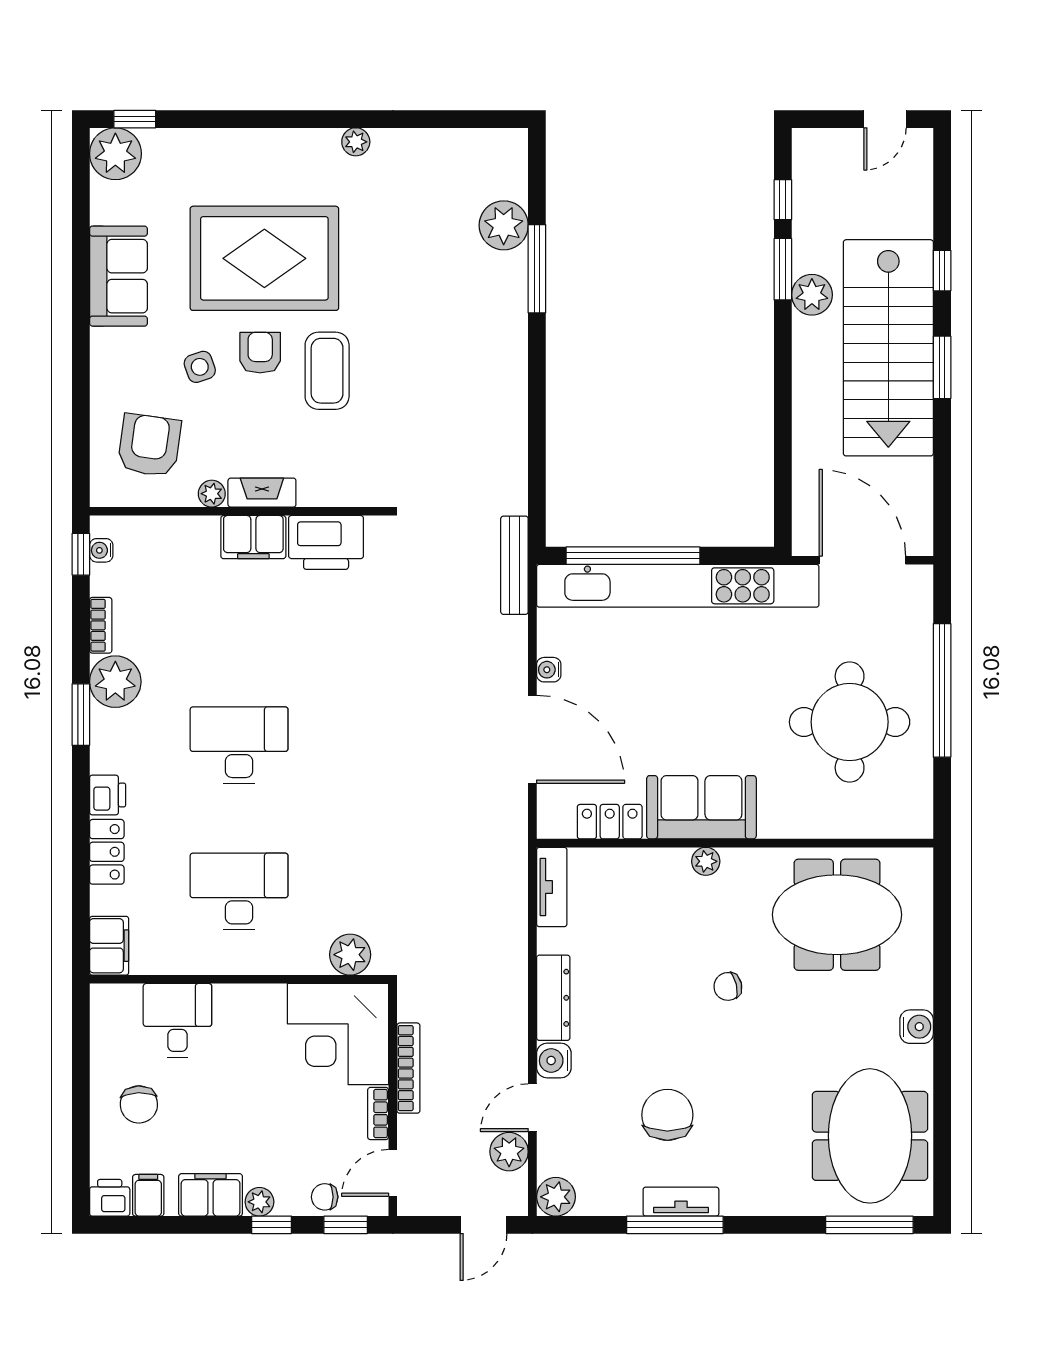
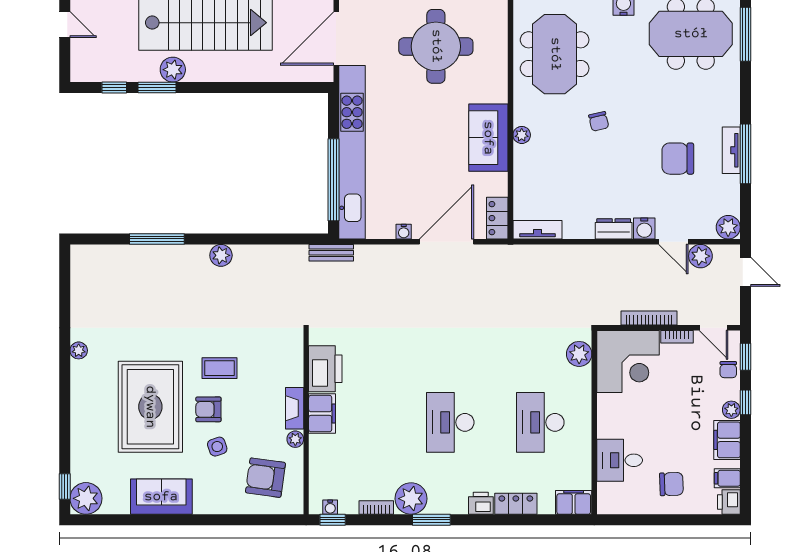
plant: (504, 225) -> (221, 255), moved, width x0.73, depth x0.73
coffee table: (327, 371) -> (220, 368), width x0.73, depth x0.77
bench: (514, 565) -> (331, 253), width x0.73
locker: (610, 822) -> (497, 218), moved
dresser: (553, 998) -> (614, 229), width x0.70

